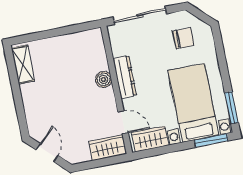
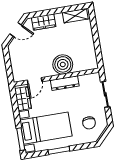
sliding door: (140, 15) -> (105, 94), width x0.73
boiler: (104, 79) -> (63, 64), width x1.86, depth x1.86
window: (231, 108) -> (59, 150), moved
wardrobe: (107, 148) -> (44, 22), moved, turned 90

